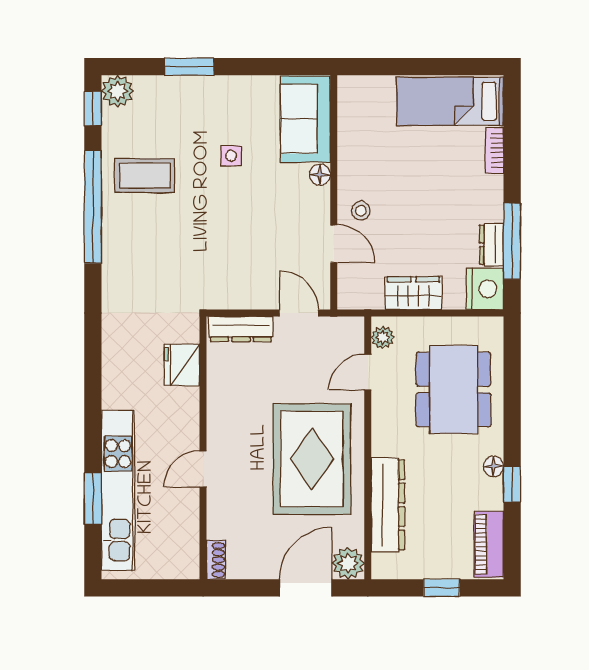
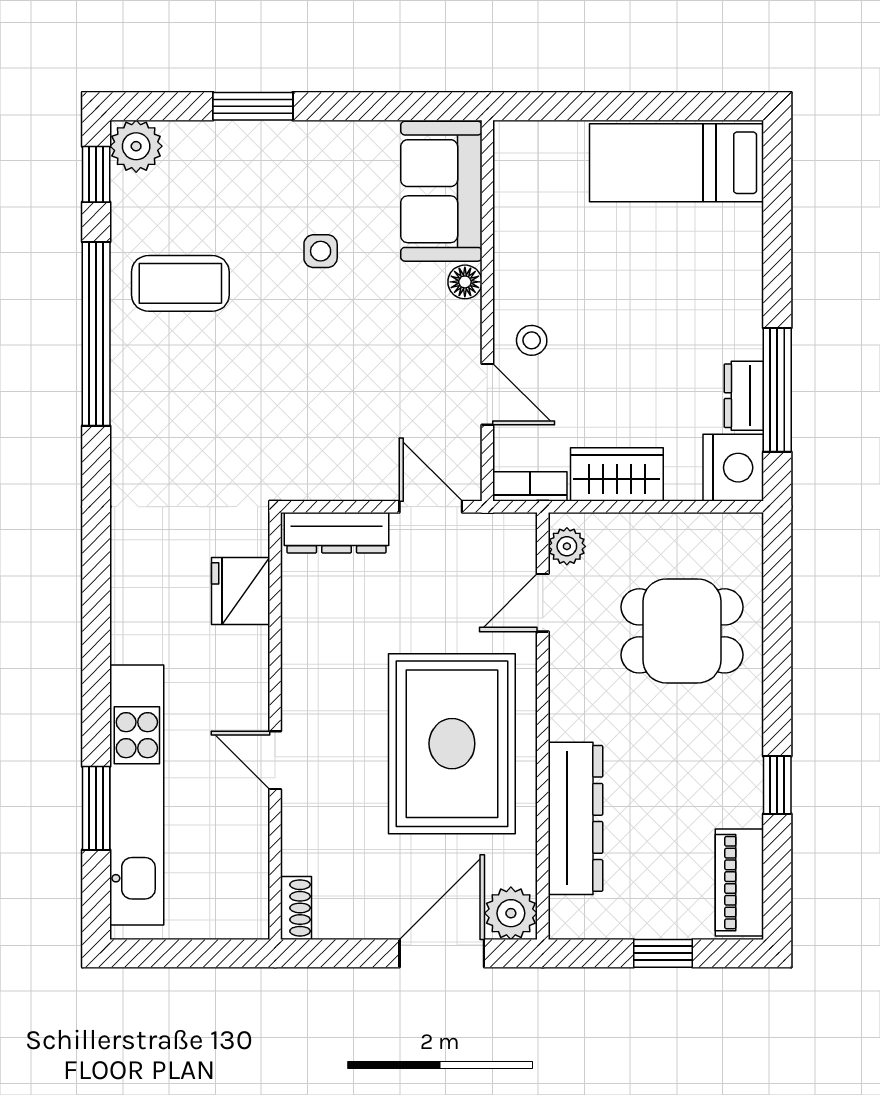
bookcase: (494, 150) -> (530, 486), moved, turned 90
dining table: (453, 389) -> (682, 631), width x0.73
floor lamp: (493, 466) -> (747, 756), removed
door: (203, 469) -> (275, 760), hinge flipped

